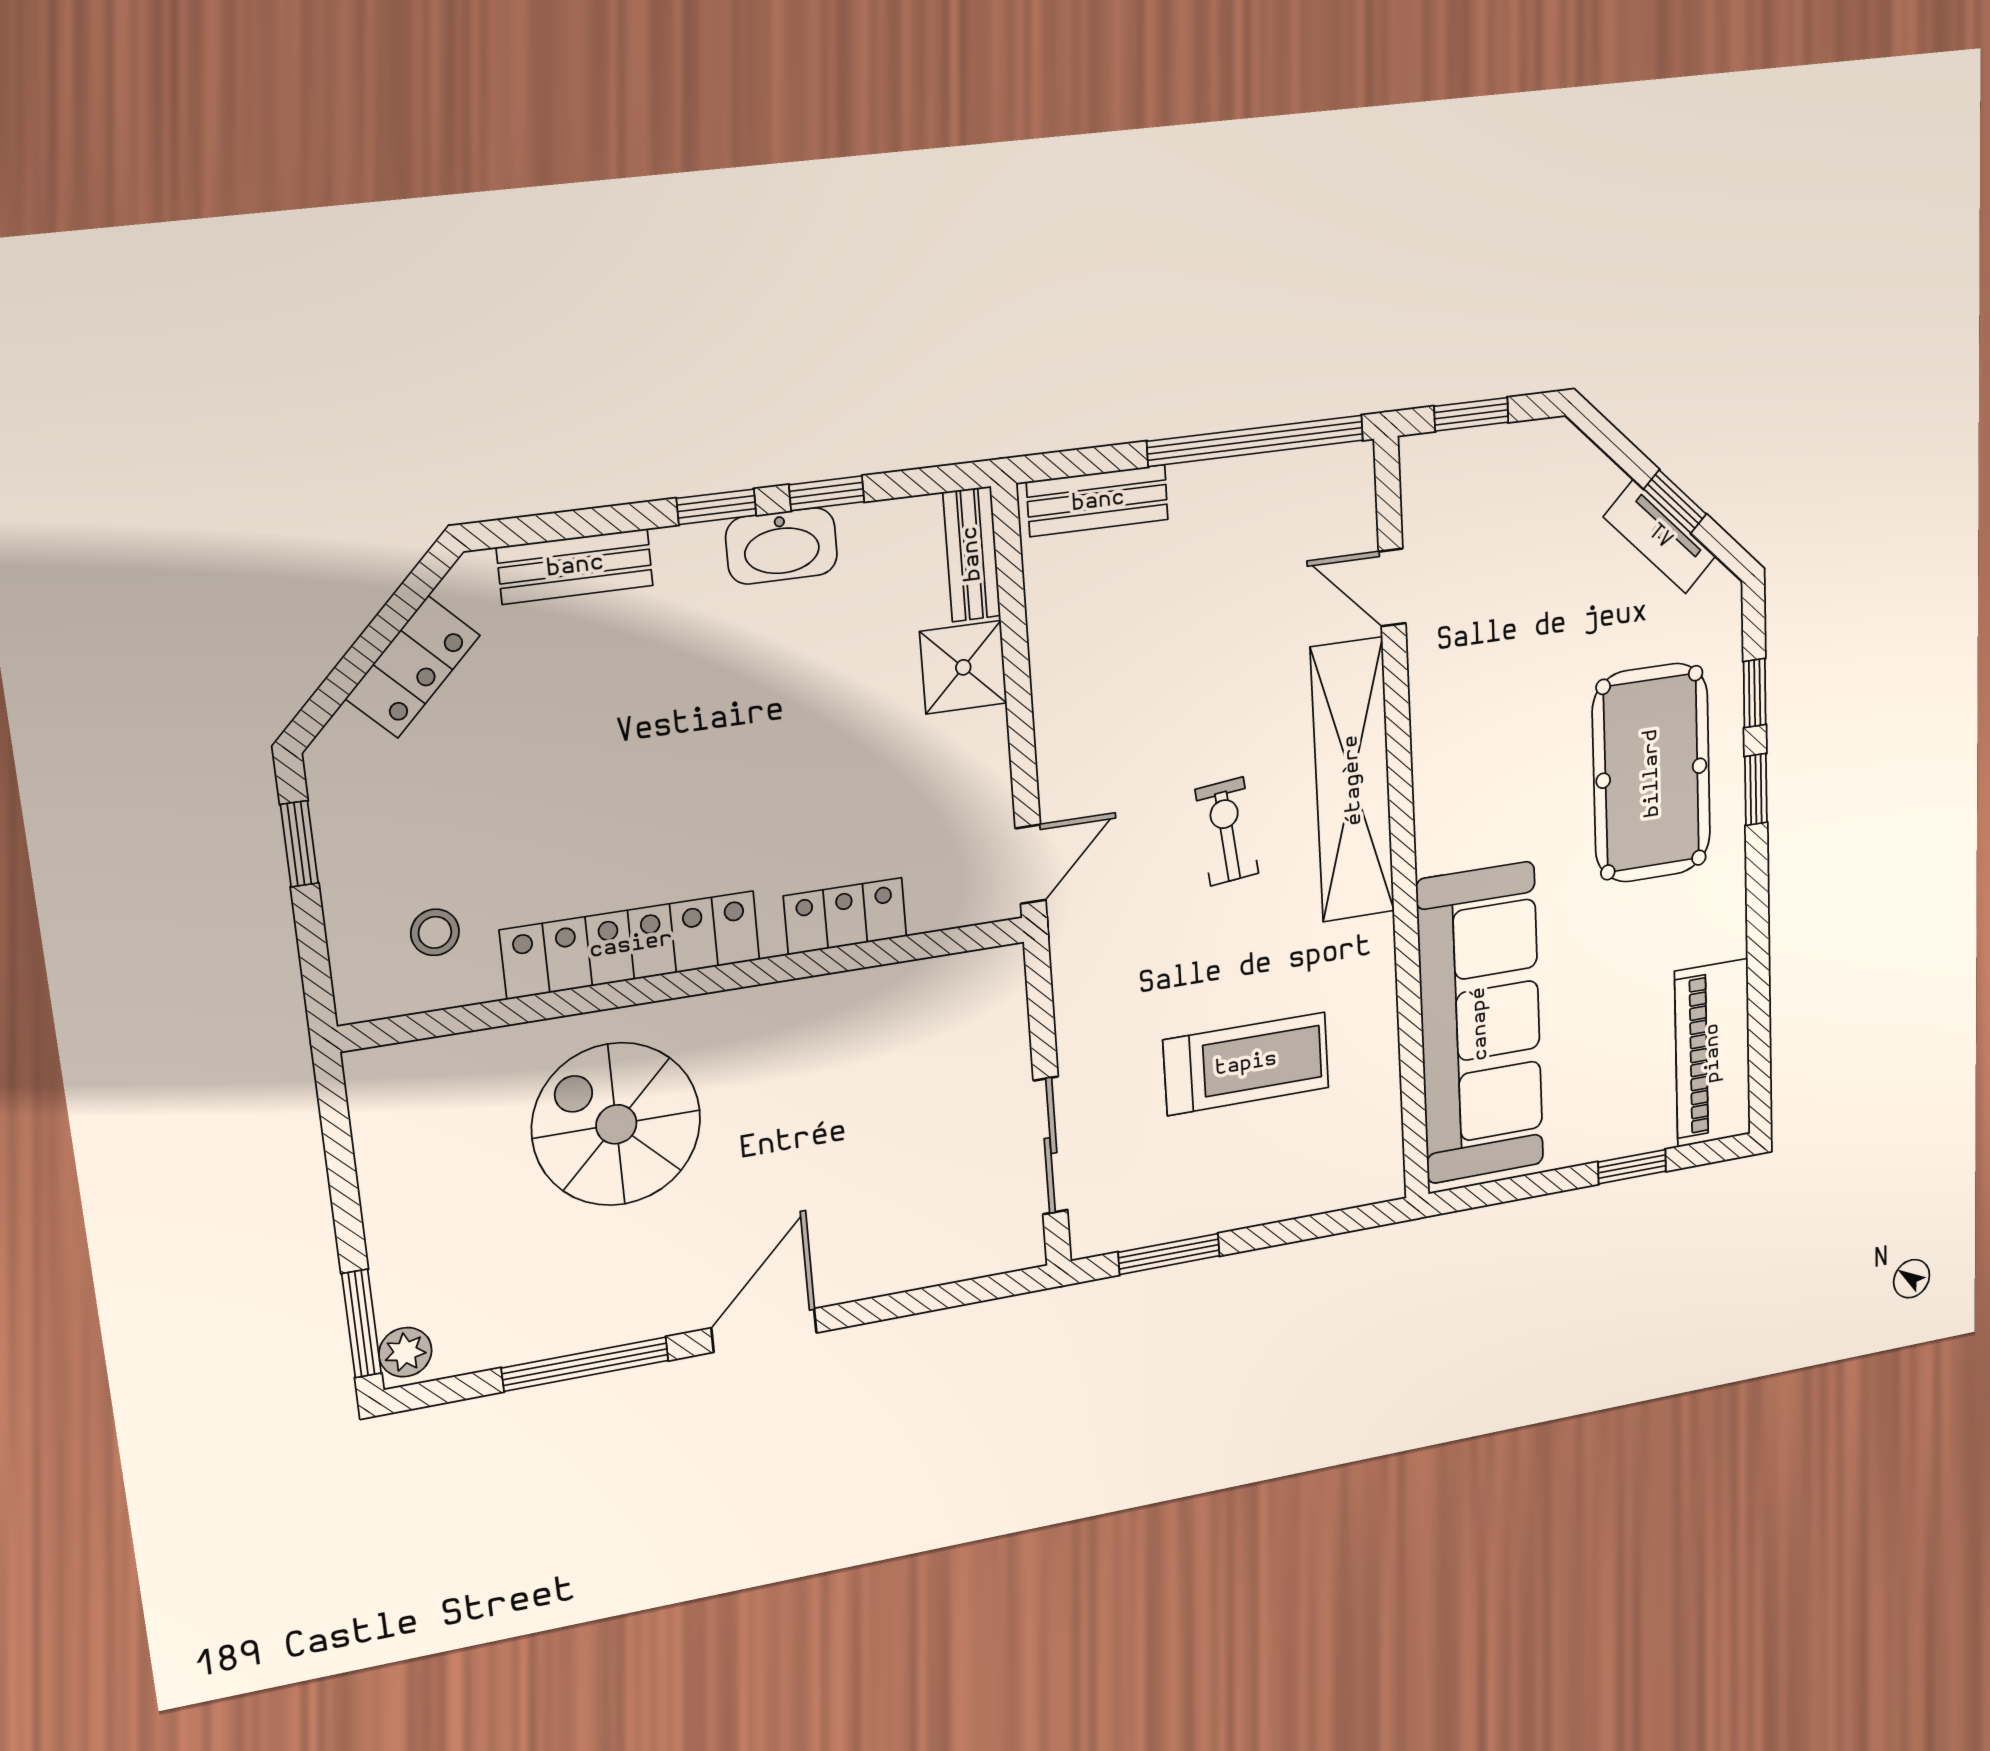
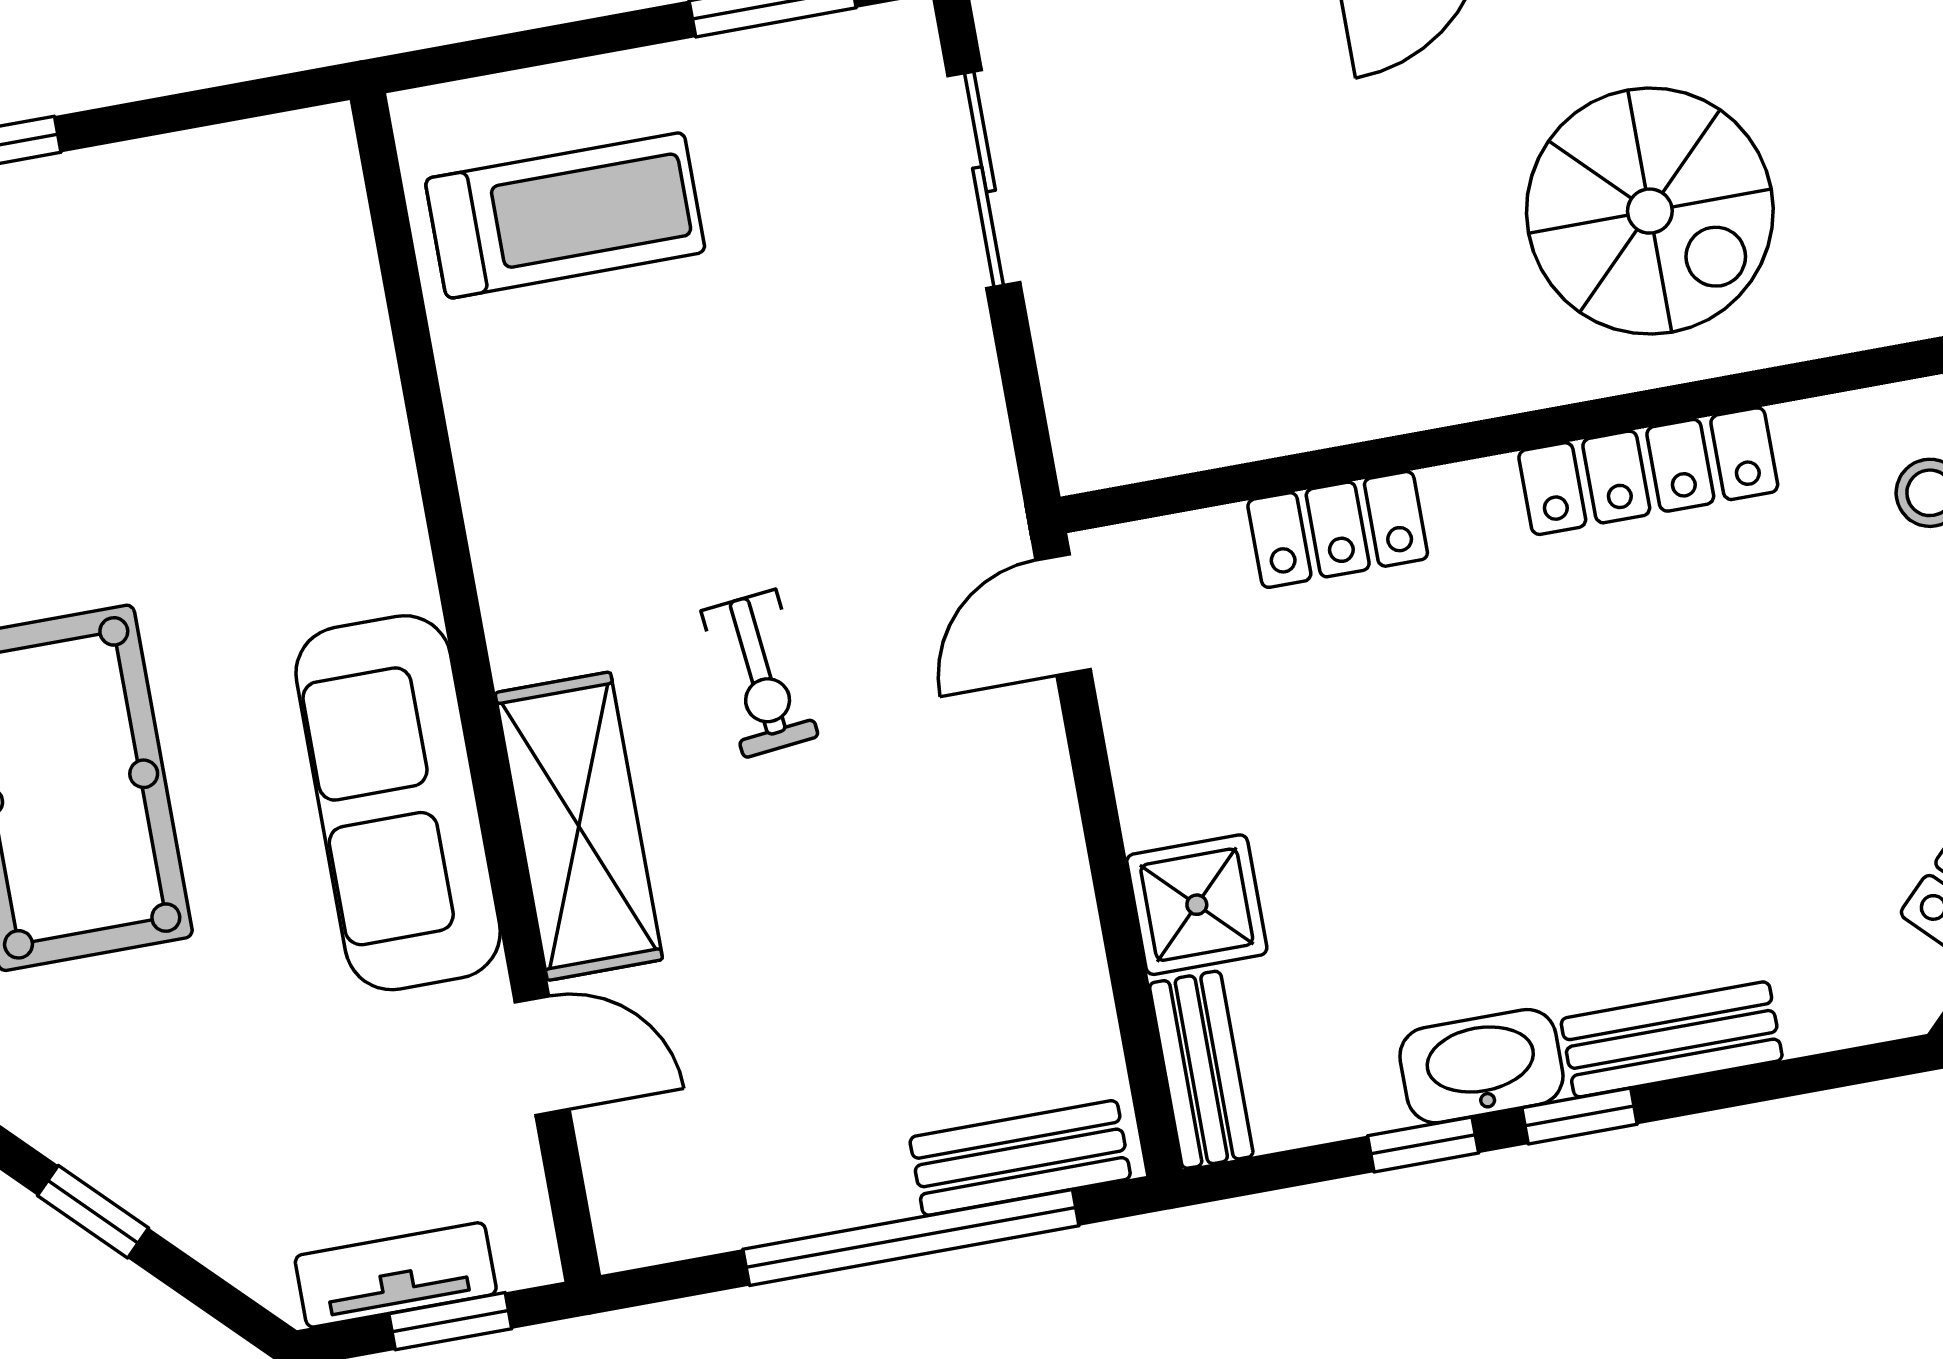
window: (1256, 441) -> (911, 1237), moved
tv unit: (1660, 537) -> (396, 1275), moved, turned -45
bench: (575, 566) -> (1672, 1039), moved
shelving: (1353, 780) -> (579, 826), width x0.68
locker: (631, 945) -> (1648, 471), width x0.71, depth x0.83
sofa: (1480, 1024) -> (398, 803), moved, width x0.74, depth x0.79
treadmill: (1246, 1064) -> (565, 215), moved, turned 180

